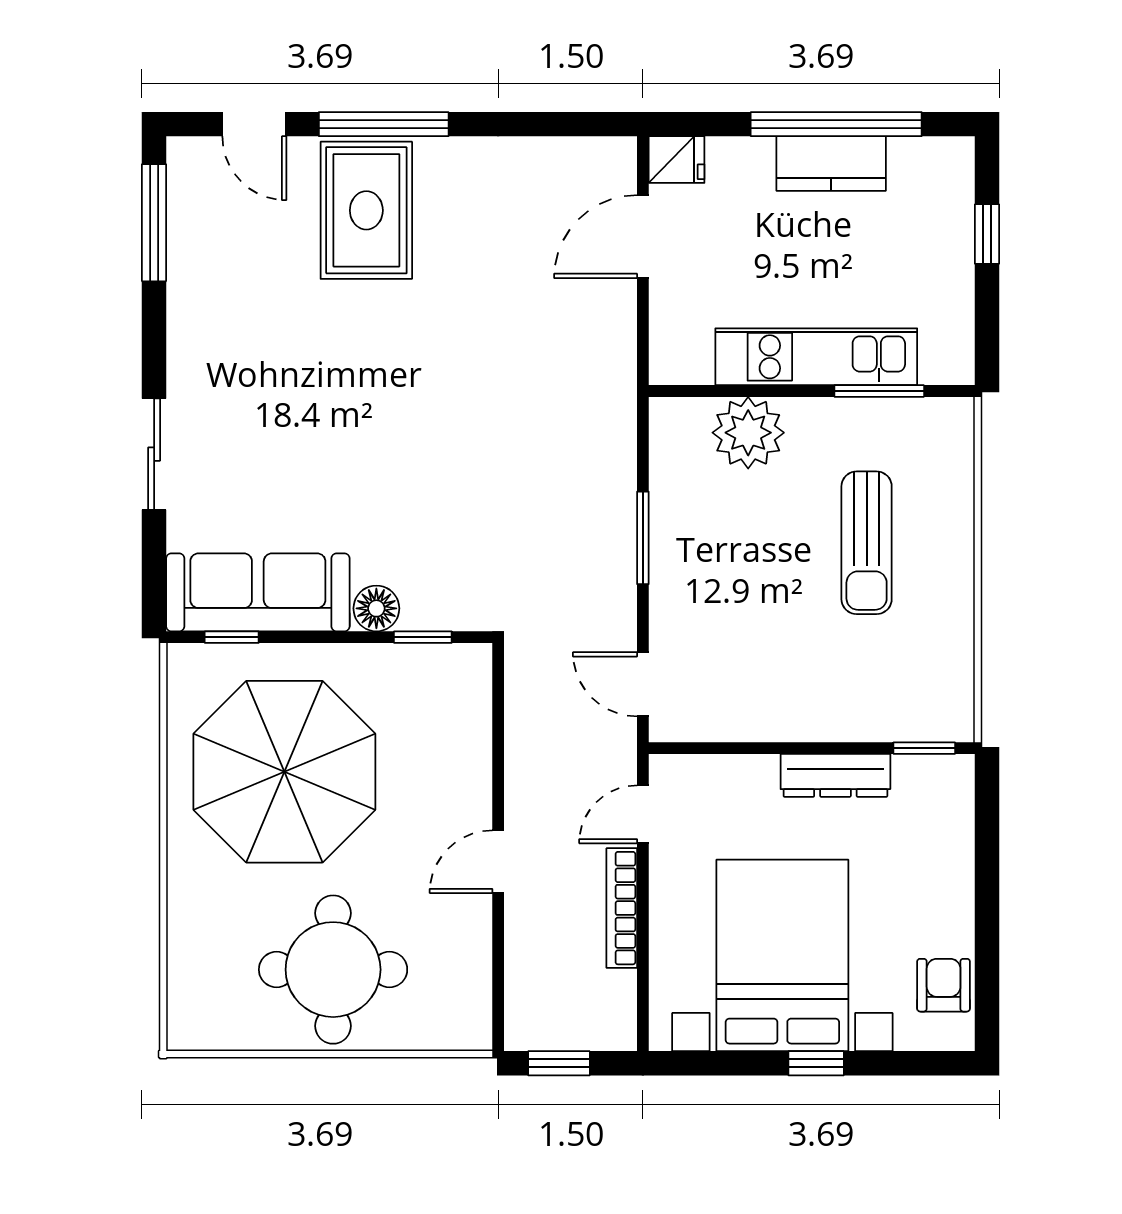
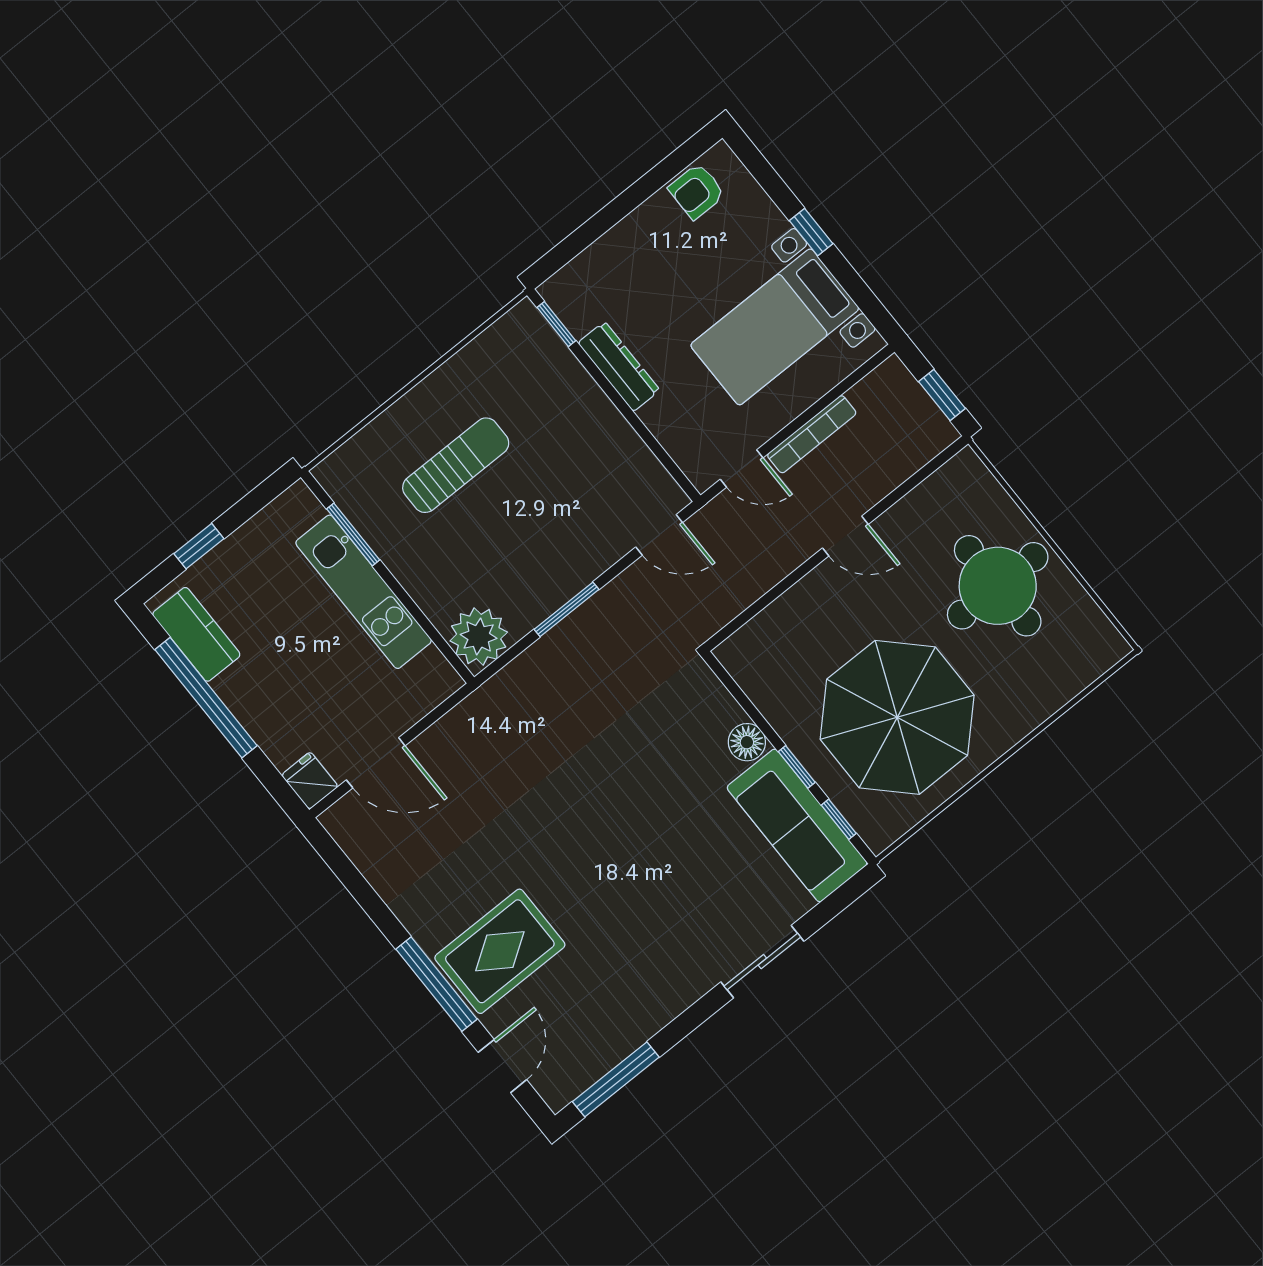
kitchen counter: (831, 164) -> (196, 634), moved
plant: (748, 433) -> (479, 636), moved
window: (423, 637) -> (797, 767), moved
door: (643, 684) -> (659, 535), hinge flipped
bed with nightstands: (782, 955) -> (775, 327), width x0.73

